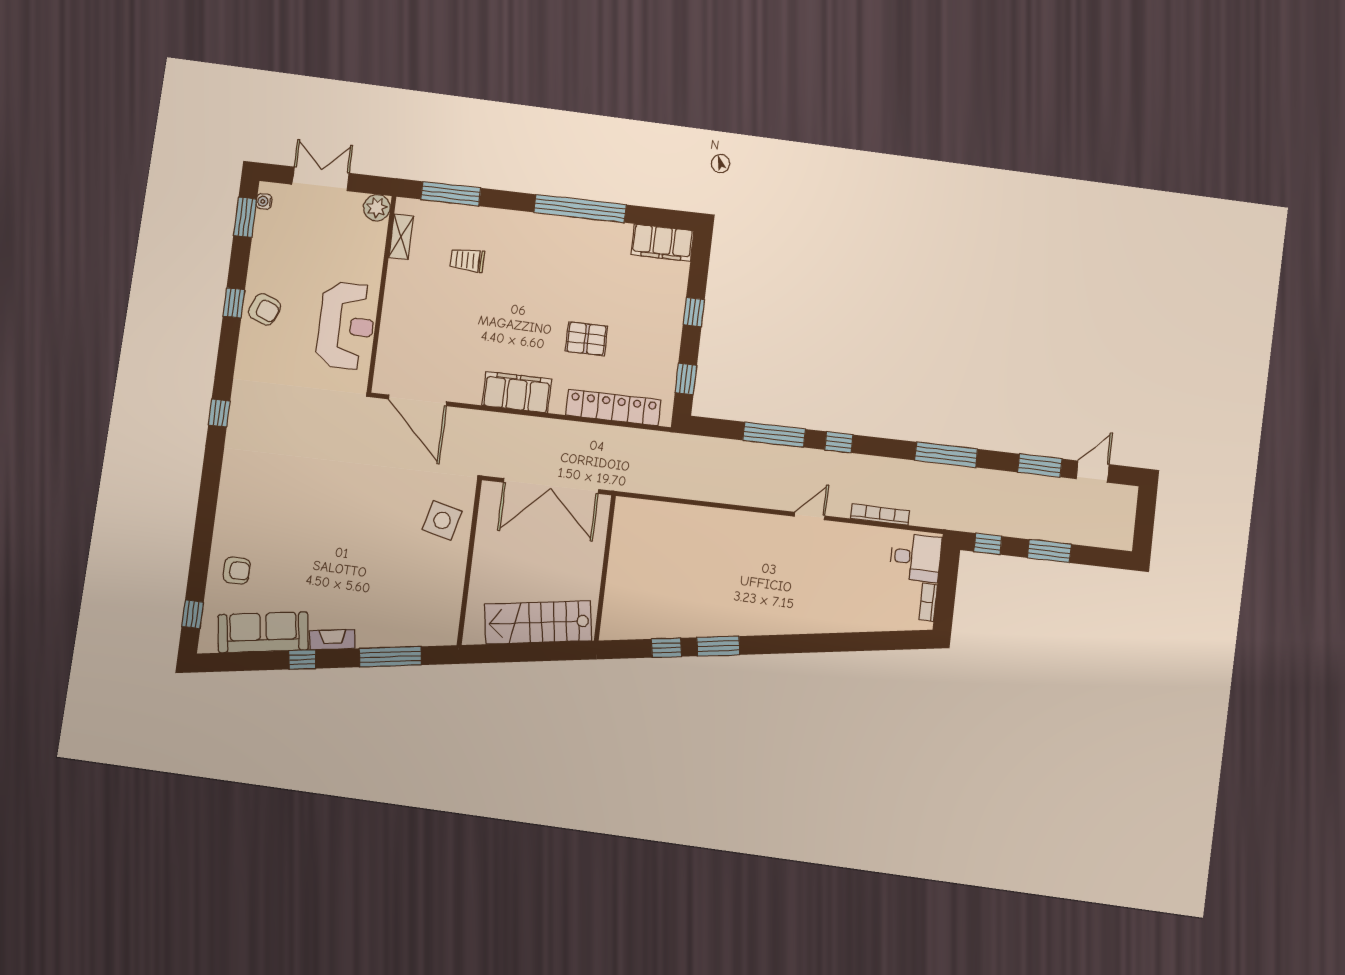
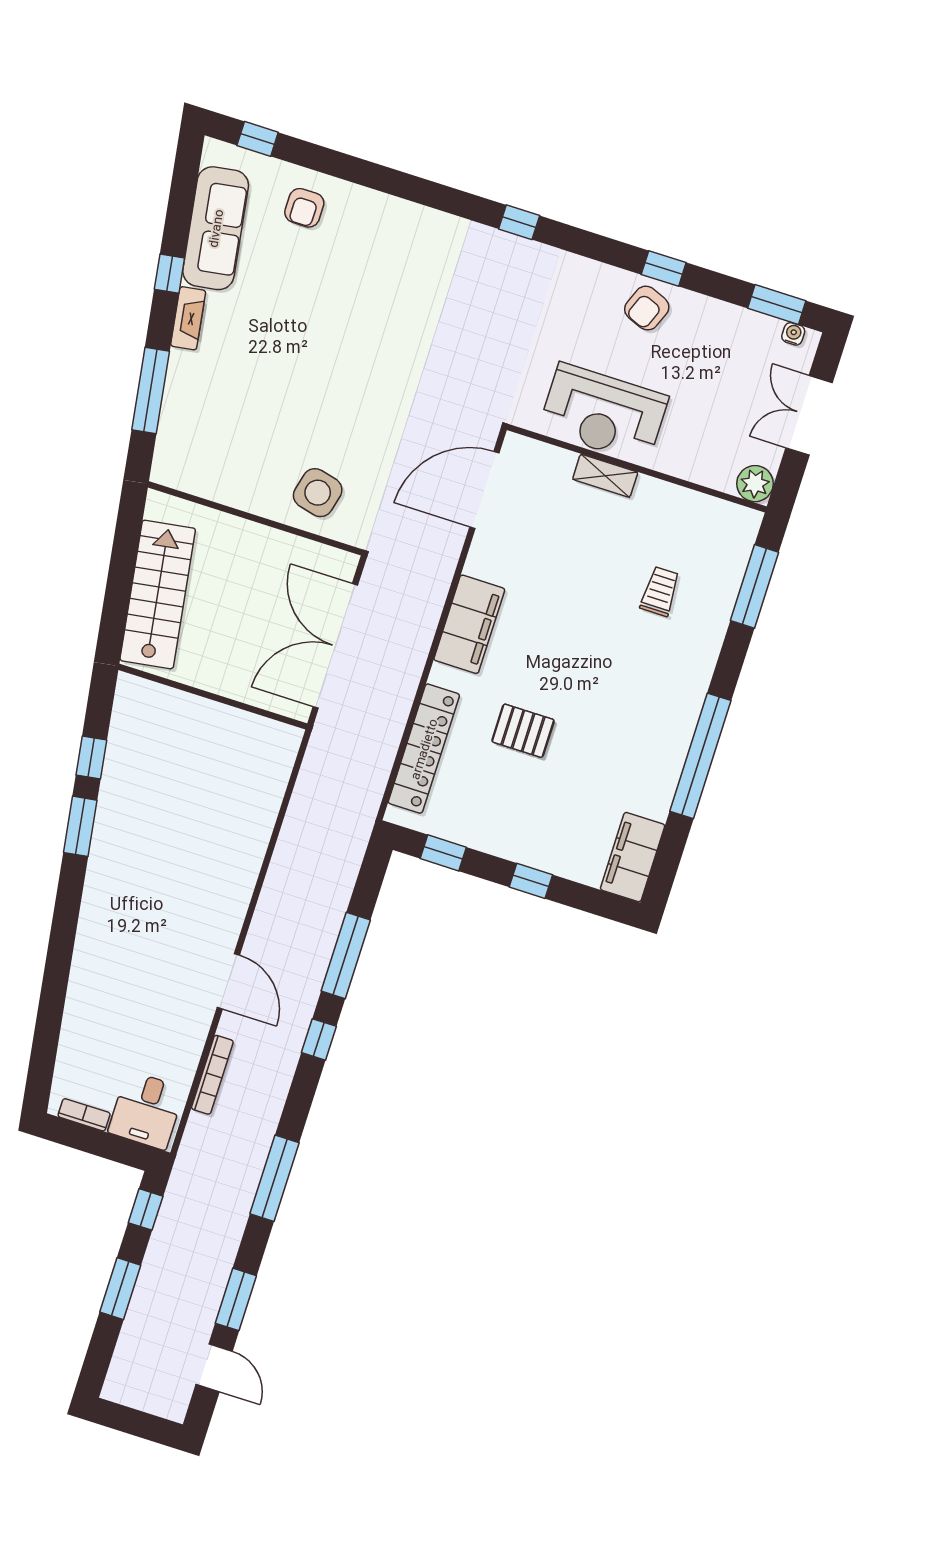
double door: (321, 179) -> (809, 415), swing flipped
shelving: (401, 237) -> (605, 476), moved
pallet: (586, 339) -> (523, 731), turned 90
door: (810, 516) -> (228, 981), width x1.37

